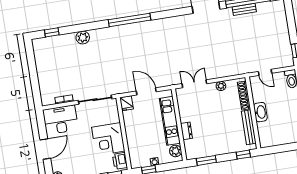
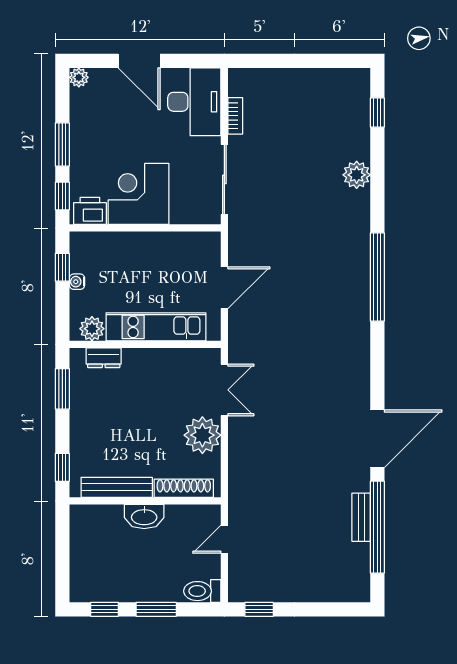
plant: (221, 86) -> (202, 435), width x1.88, depth x1.88
fridge: (127, 103) -> (207, 243), removed
dresser: (186, 131) -> (104, 358), moved

